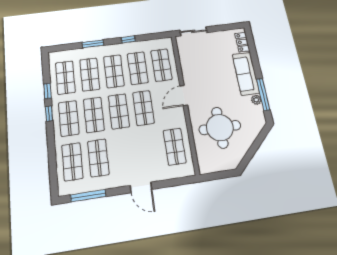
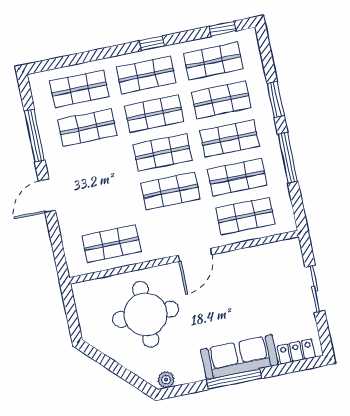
sliding door: (193, 31) -> (315, 289), moved
window: (128, 39) -> (288, 158), width x2.17
window: (47, 91) -> (222, 29), moved
window: (263, 94) -> (234, 379), moved
door: (184, 96) -> (195, 255), swing flipped
plant: (256, 100) -> (166, 380), moved
window: (88, 196) -> (35, 135), moved

